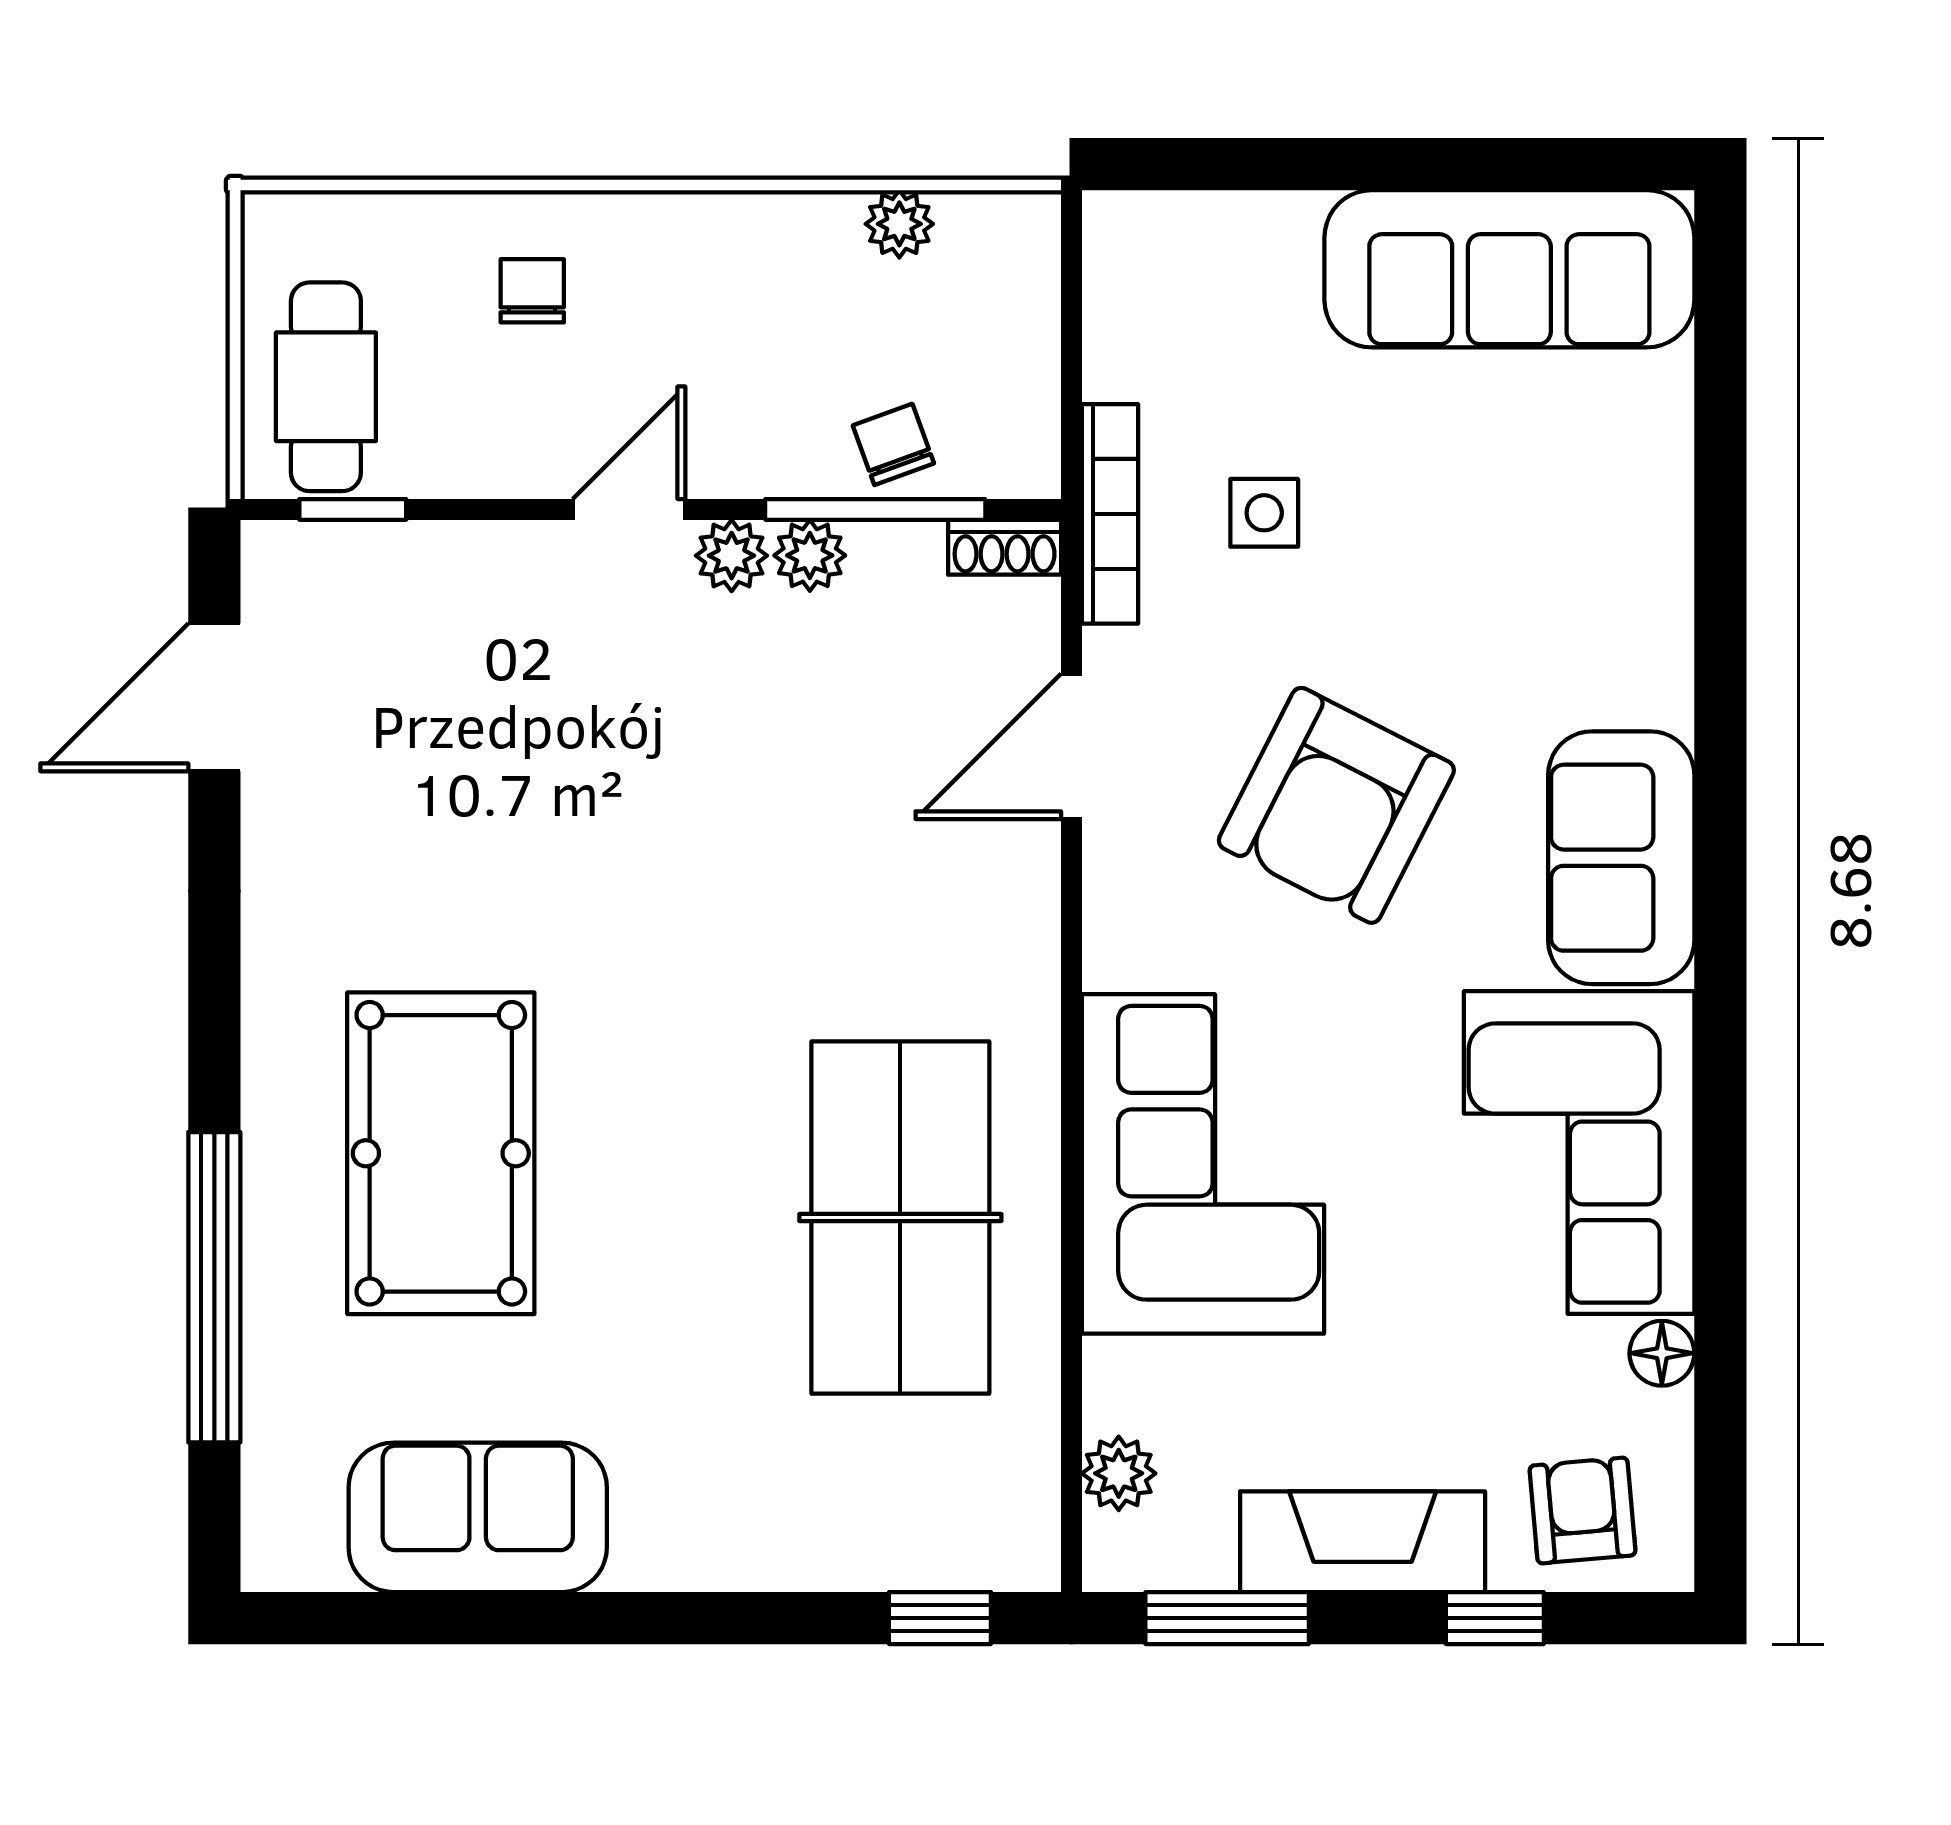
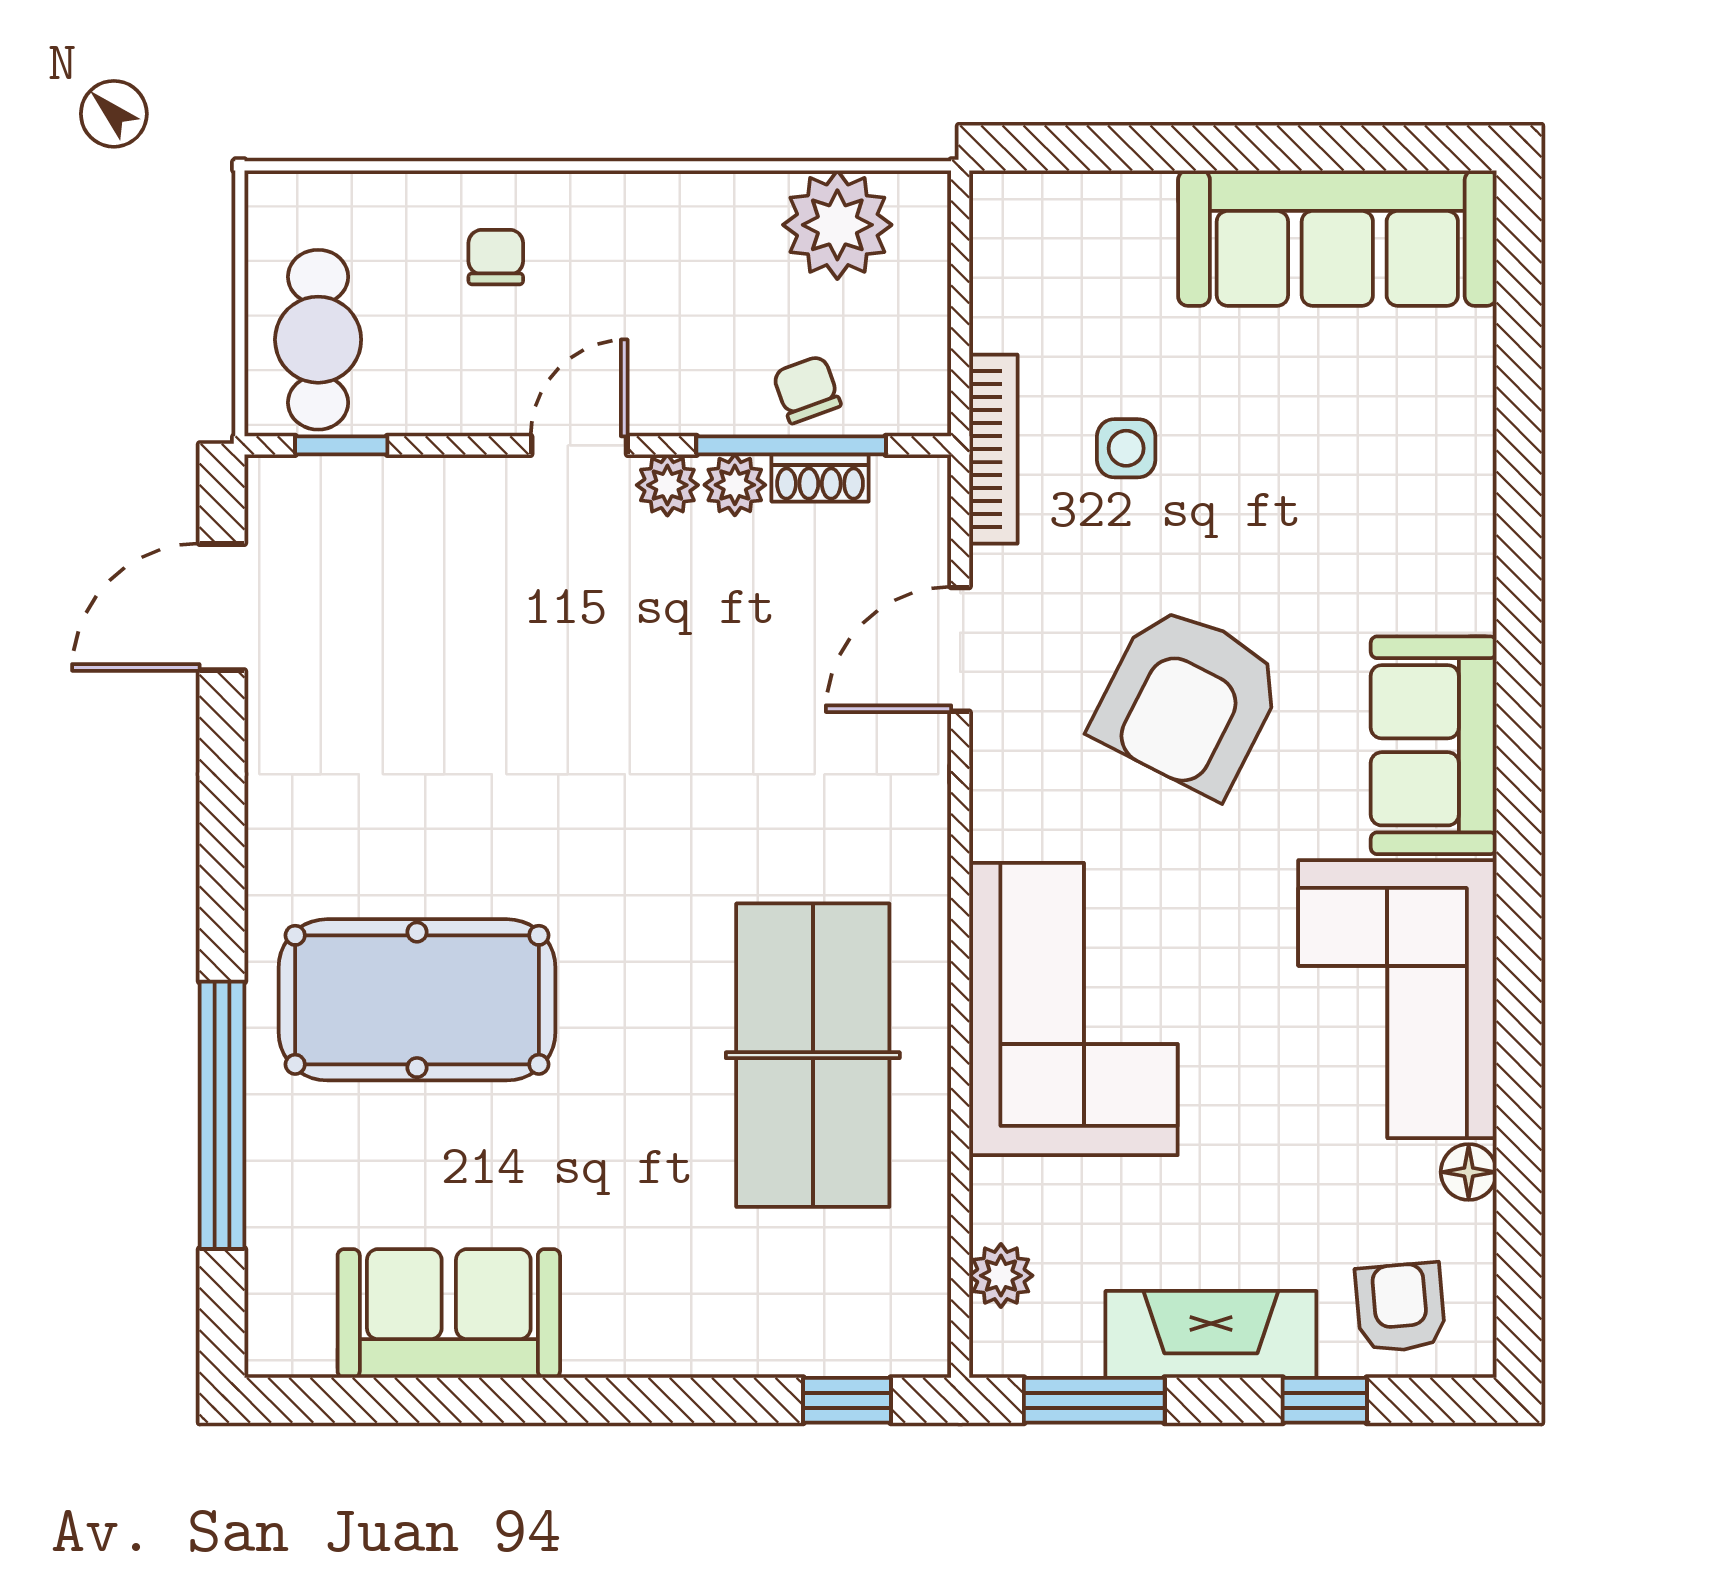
plant: (899, 224) -> (837, 225), width x1.87, depth x1.87
shoe rack: (1005, 547) -> (820, 478), moved
pool table: (441, 1153) -> (417, 1000), turned 90

